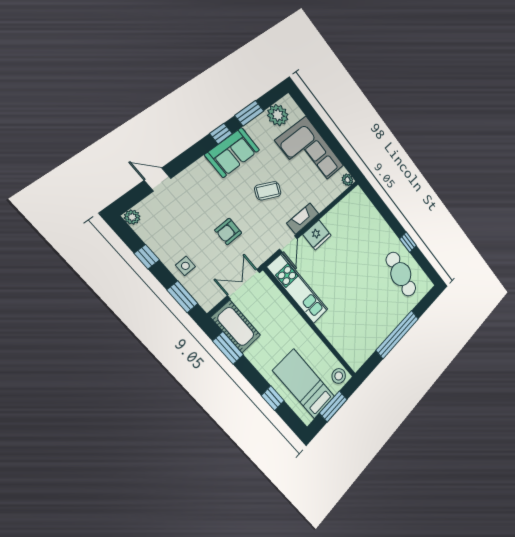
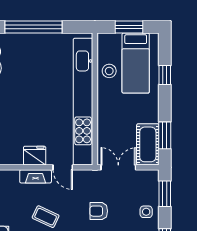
armchair: (228, 232) -> (99, 211), turned 180
door: (288, 244) -> (63, 167), swing flipped
double door: (244, 284) -> (118, 167), swing flipped
kitchen unit: (298, 288) -> (83, 102), width x1.86
stool: (339, 376) -> (109, 71), moved

